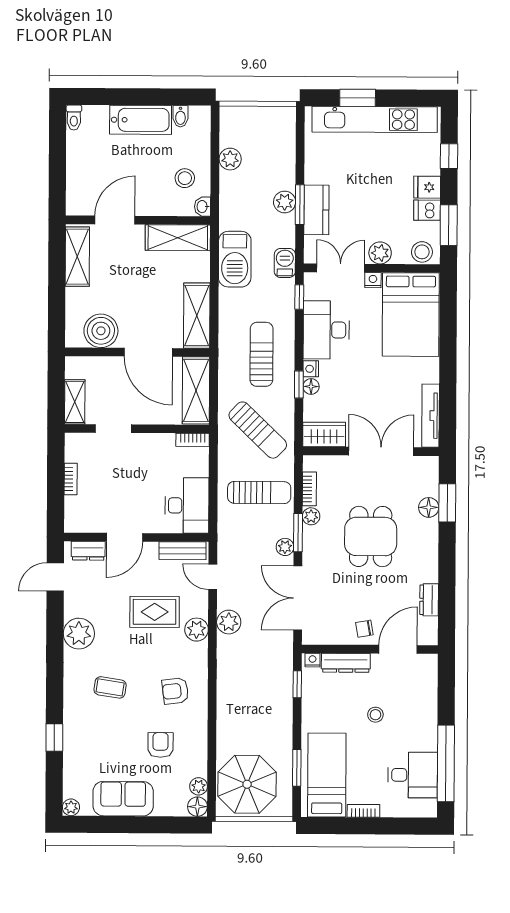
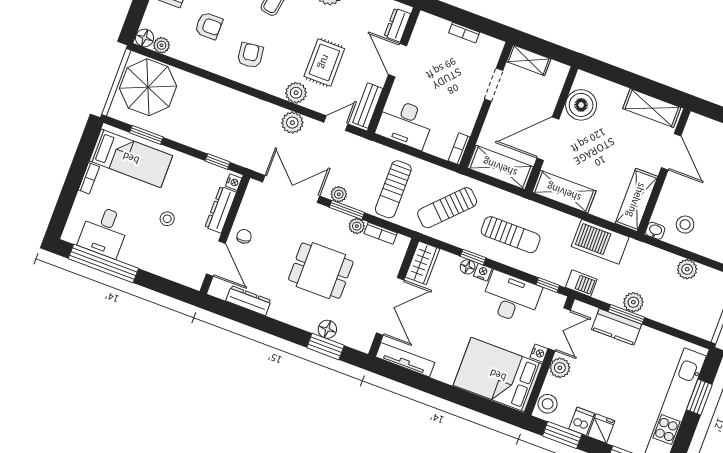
dresser: (429, 600) -> (248, 301), width x1.44

